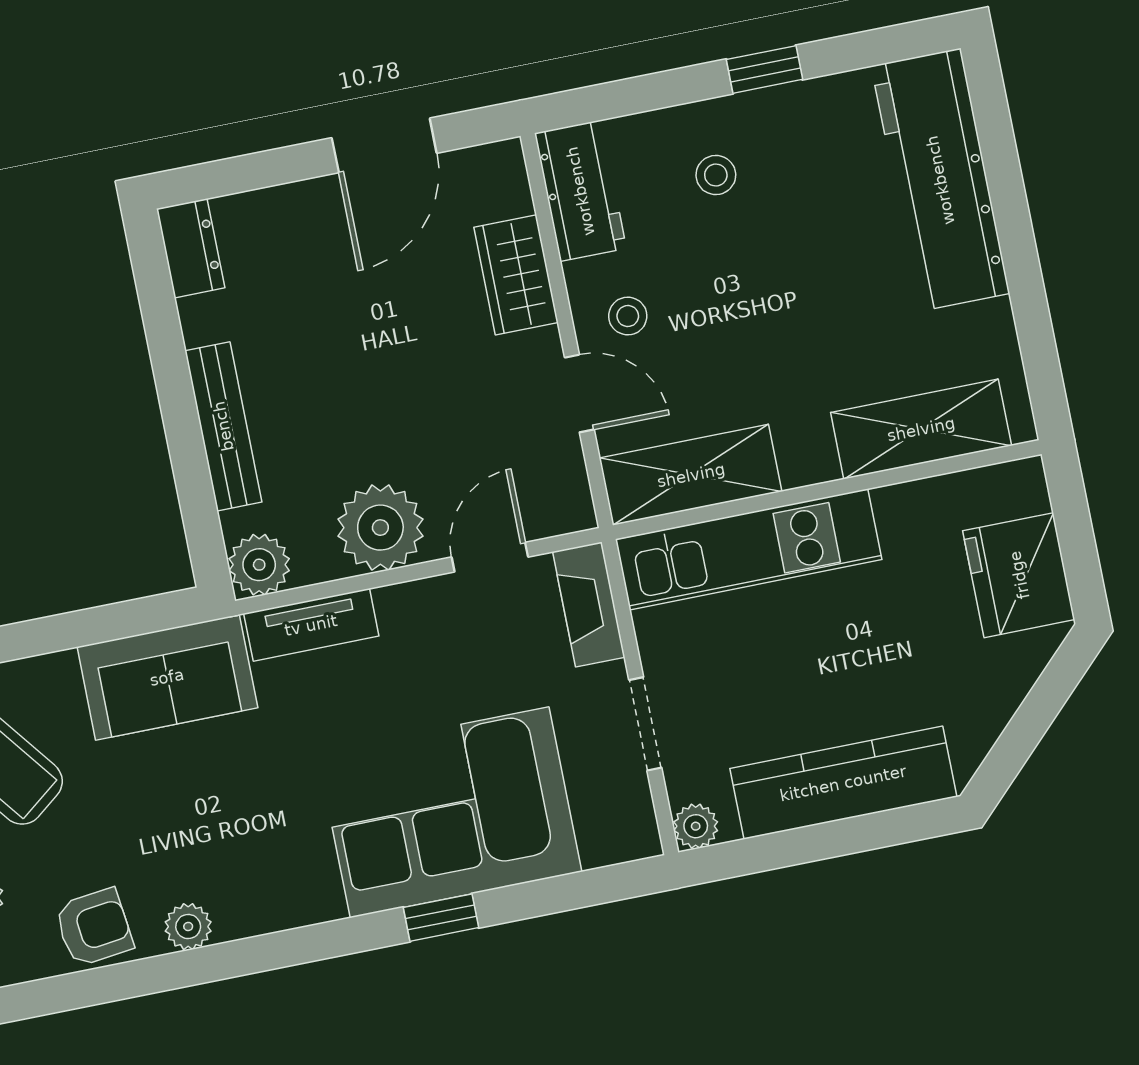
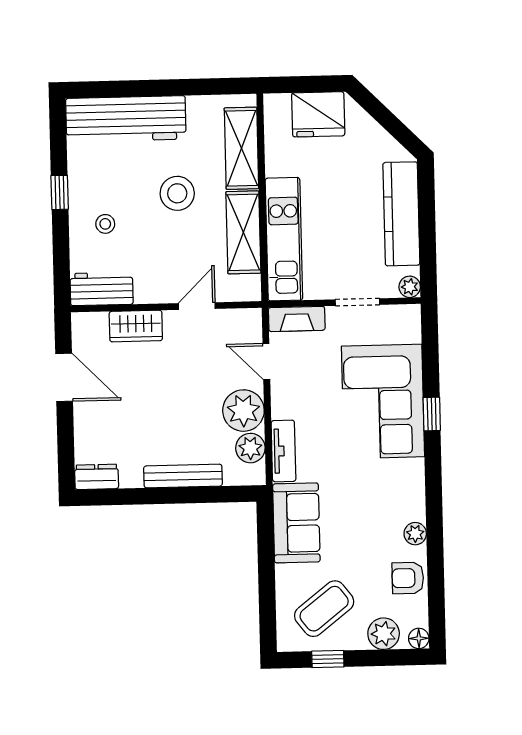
stool: (628, 316) -> (177, 193), moved, width x1.89, depth x1.89
shelving: (691, 475) -> (243, 232), moved
plant: (259, 565) -> (250, 448), moved
armchair: (94, 927) -> (408, 578), turned -83

